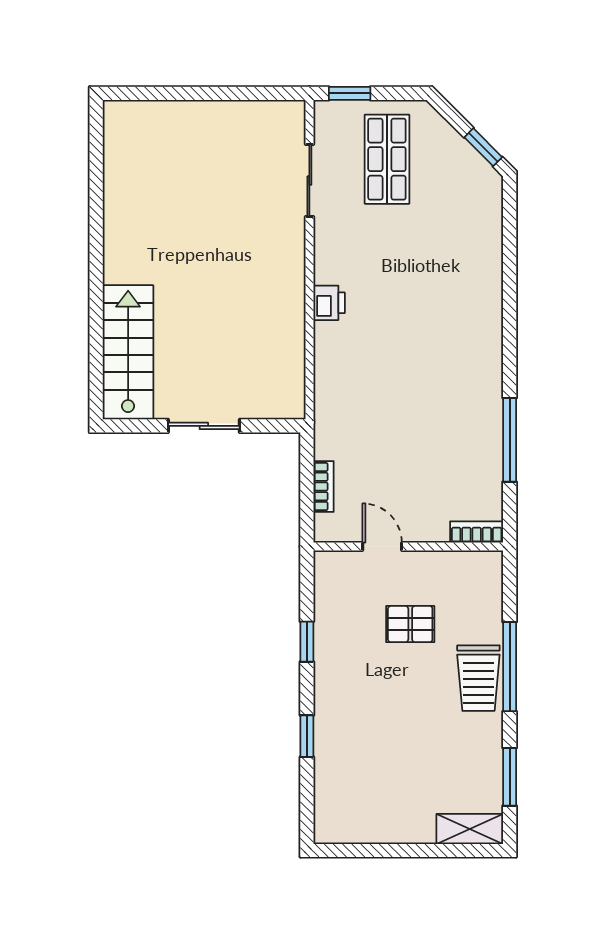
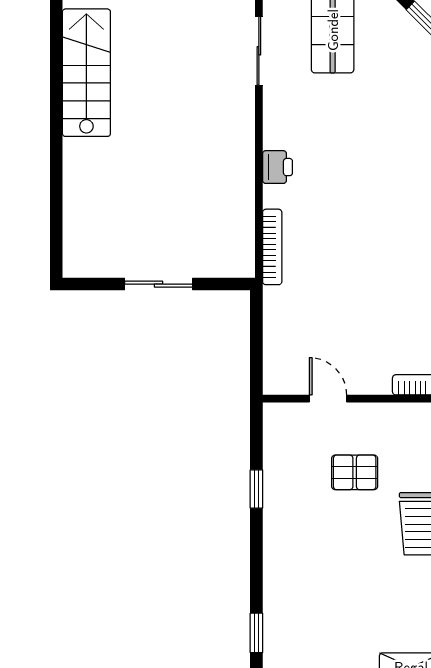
stairs: (128, 352) -> (86, 73), moved
bookcase: (323, 487) -> (272, 247), moved, width x1.56
window: (307, 736) -> (256, 633), moved

